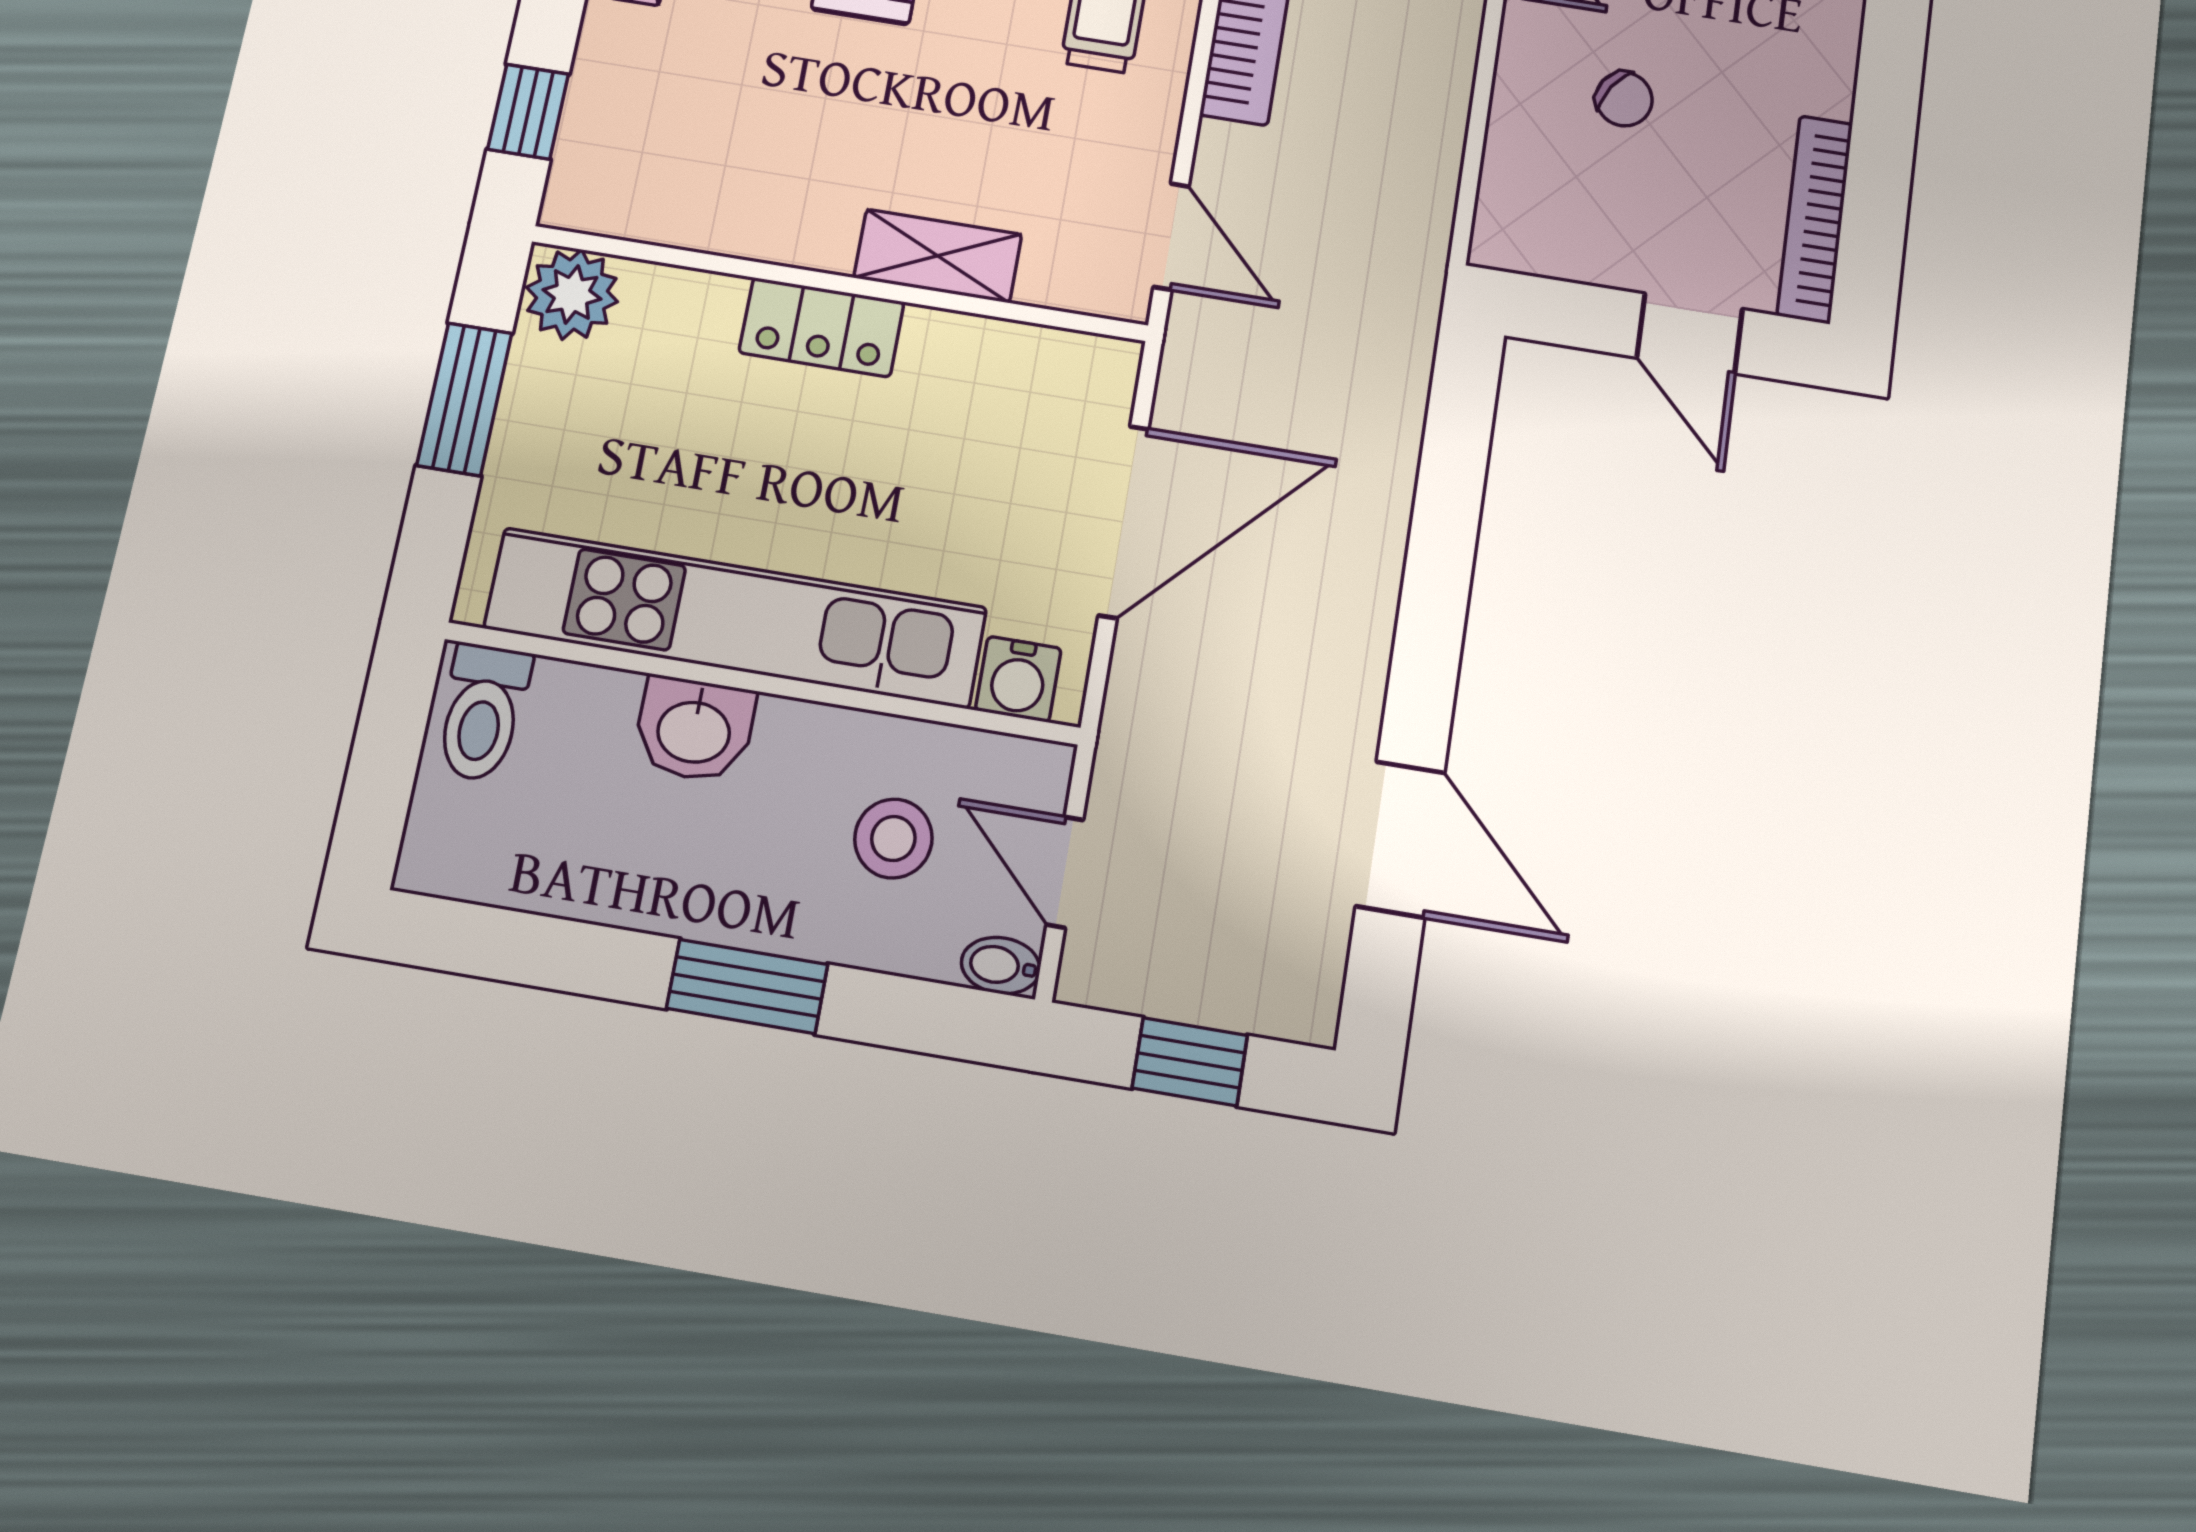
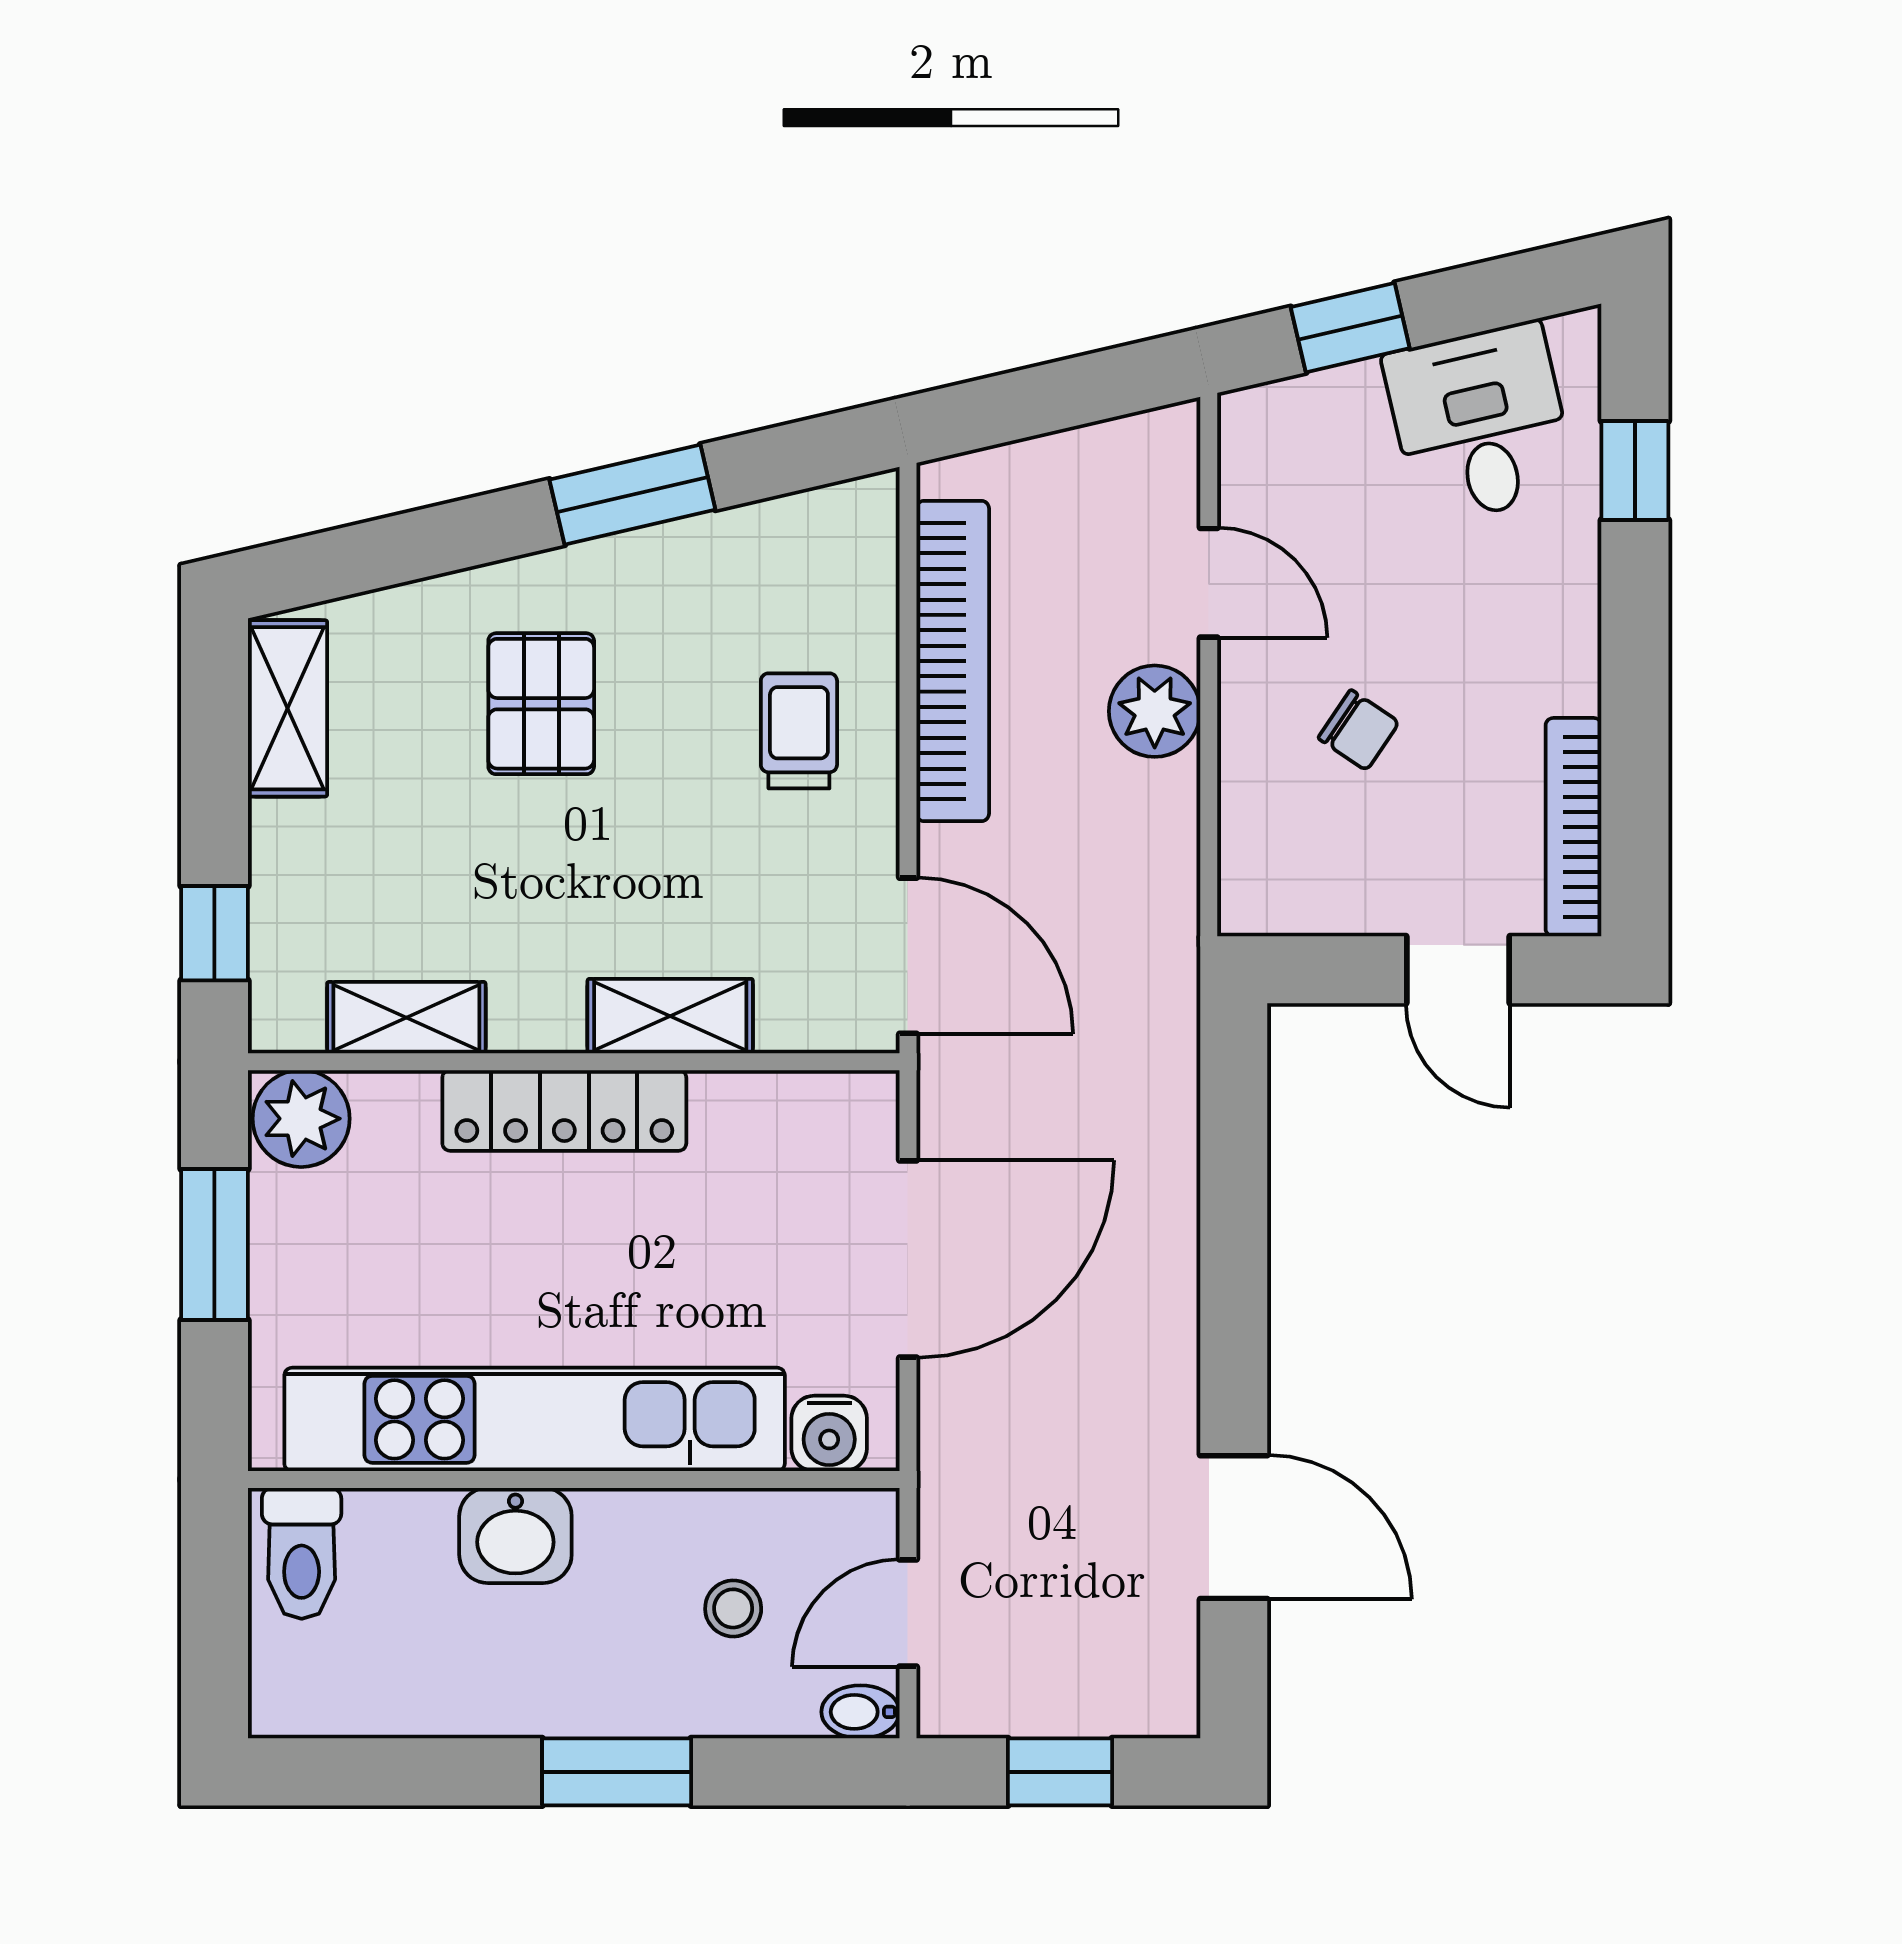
plant: (1437, 52) -> (1155, 711), added
shelving: (690, 217) -> (406, 1018), added
door: (1171, 236) -> (908, 956), width x1.38
locker: (821, 327) -> (564, 1110), width x1.53
stool: (893, 838) -> (733, 1608), width x0.73, depth x0.73
door: (1065, 872) -> (908, 1613), hinge flipped

